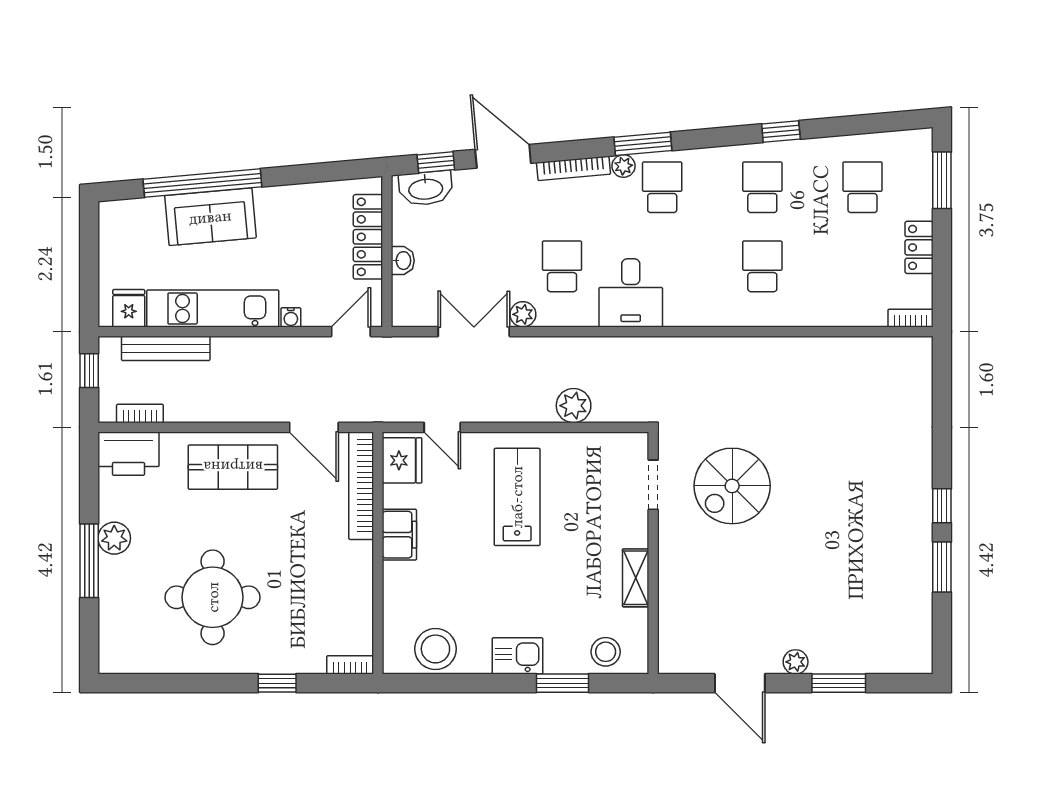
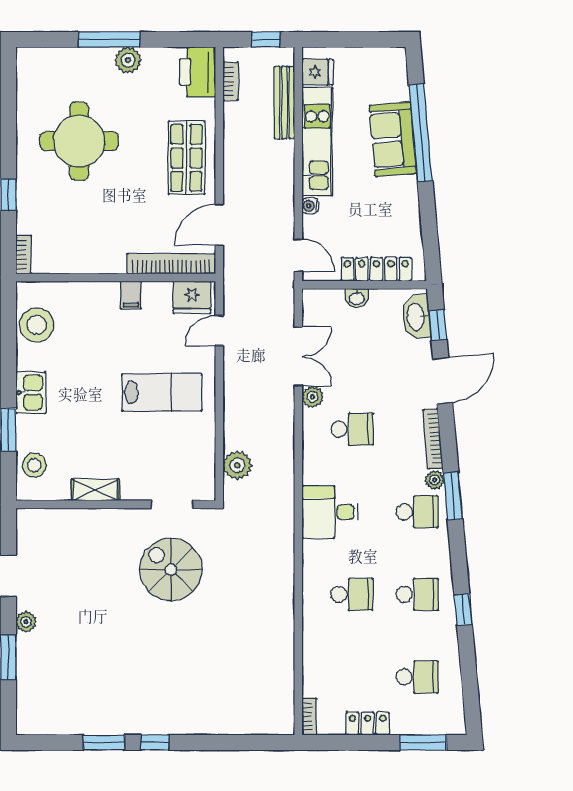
desk: (631, 293) -> (330, 512), moved
plant: (574, 406) -> (237, 465), moved
filing cabinet: (399, 535) -> (131, 295), width x0.50

